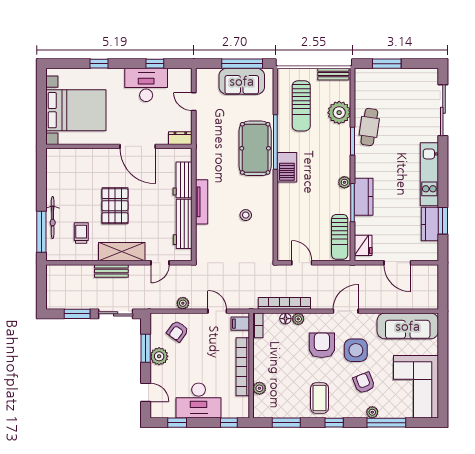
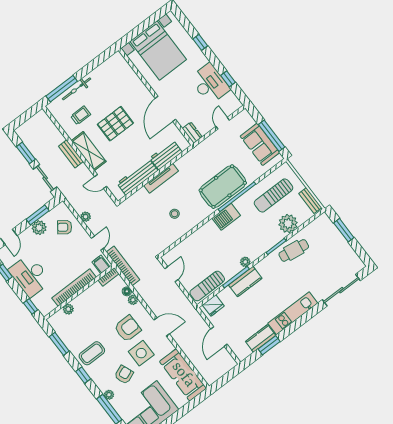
bookcase: (284, 303) -> (123, 266), moved

